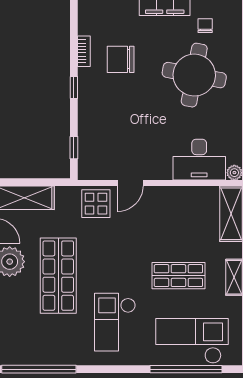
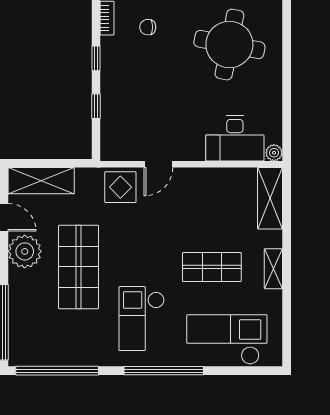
chair: (121, 59) -> (148, 27), width x0.54, depth x0.54
window: (74, 148) -> (96, 106), moved
window: (186, 369) -> (164, 371), moved

